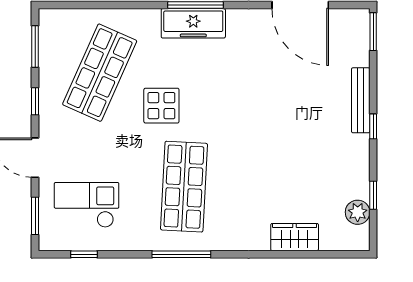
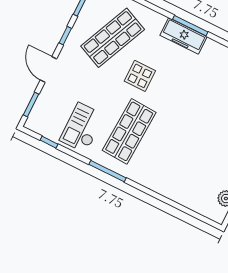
checkout: (87, 205) -> (82, 128), moved, turned -90
wardrobe: (295, 237) -> (181, 195), removed

